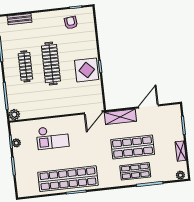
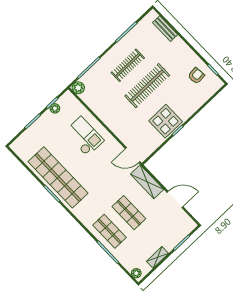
checkout: (53, 137) -> (84, 136), turned 180
shop shelf: (133, 147) -> (129, 213), width x0.70, depth x0.74

